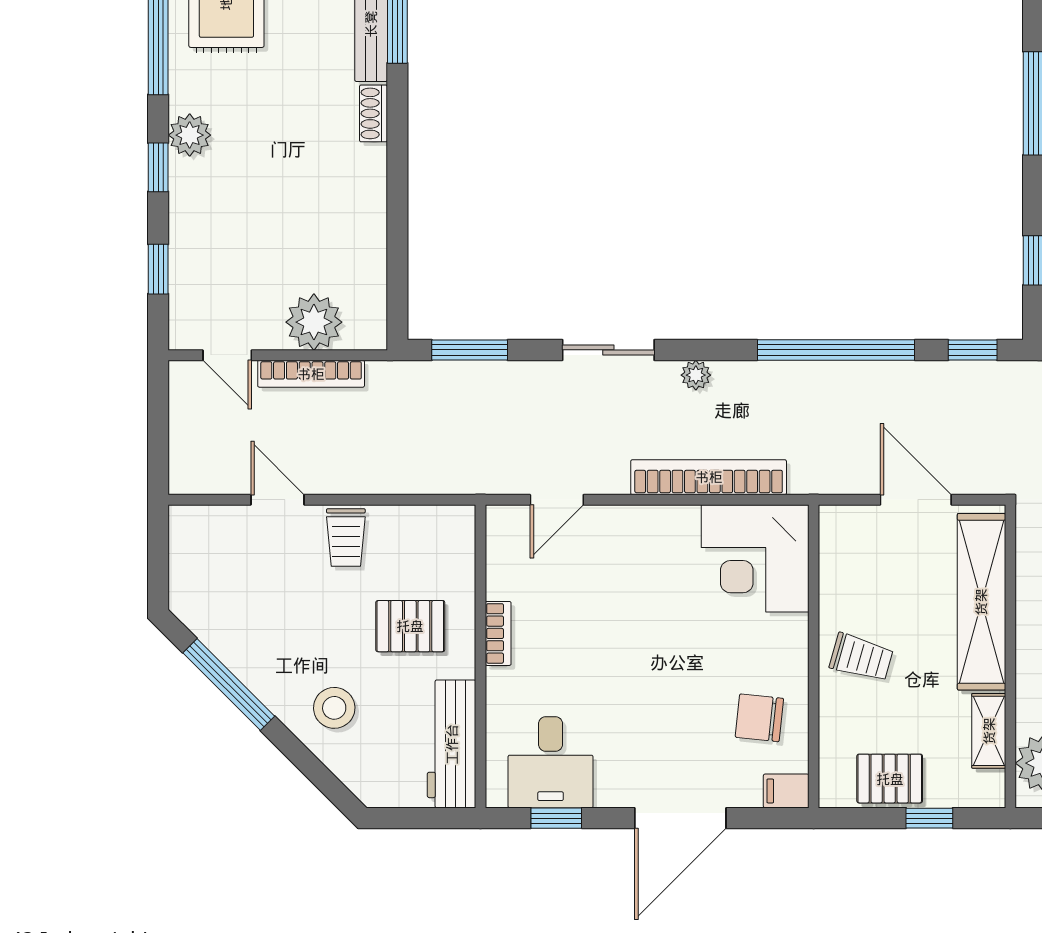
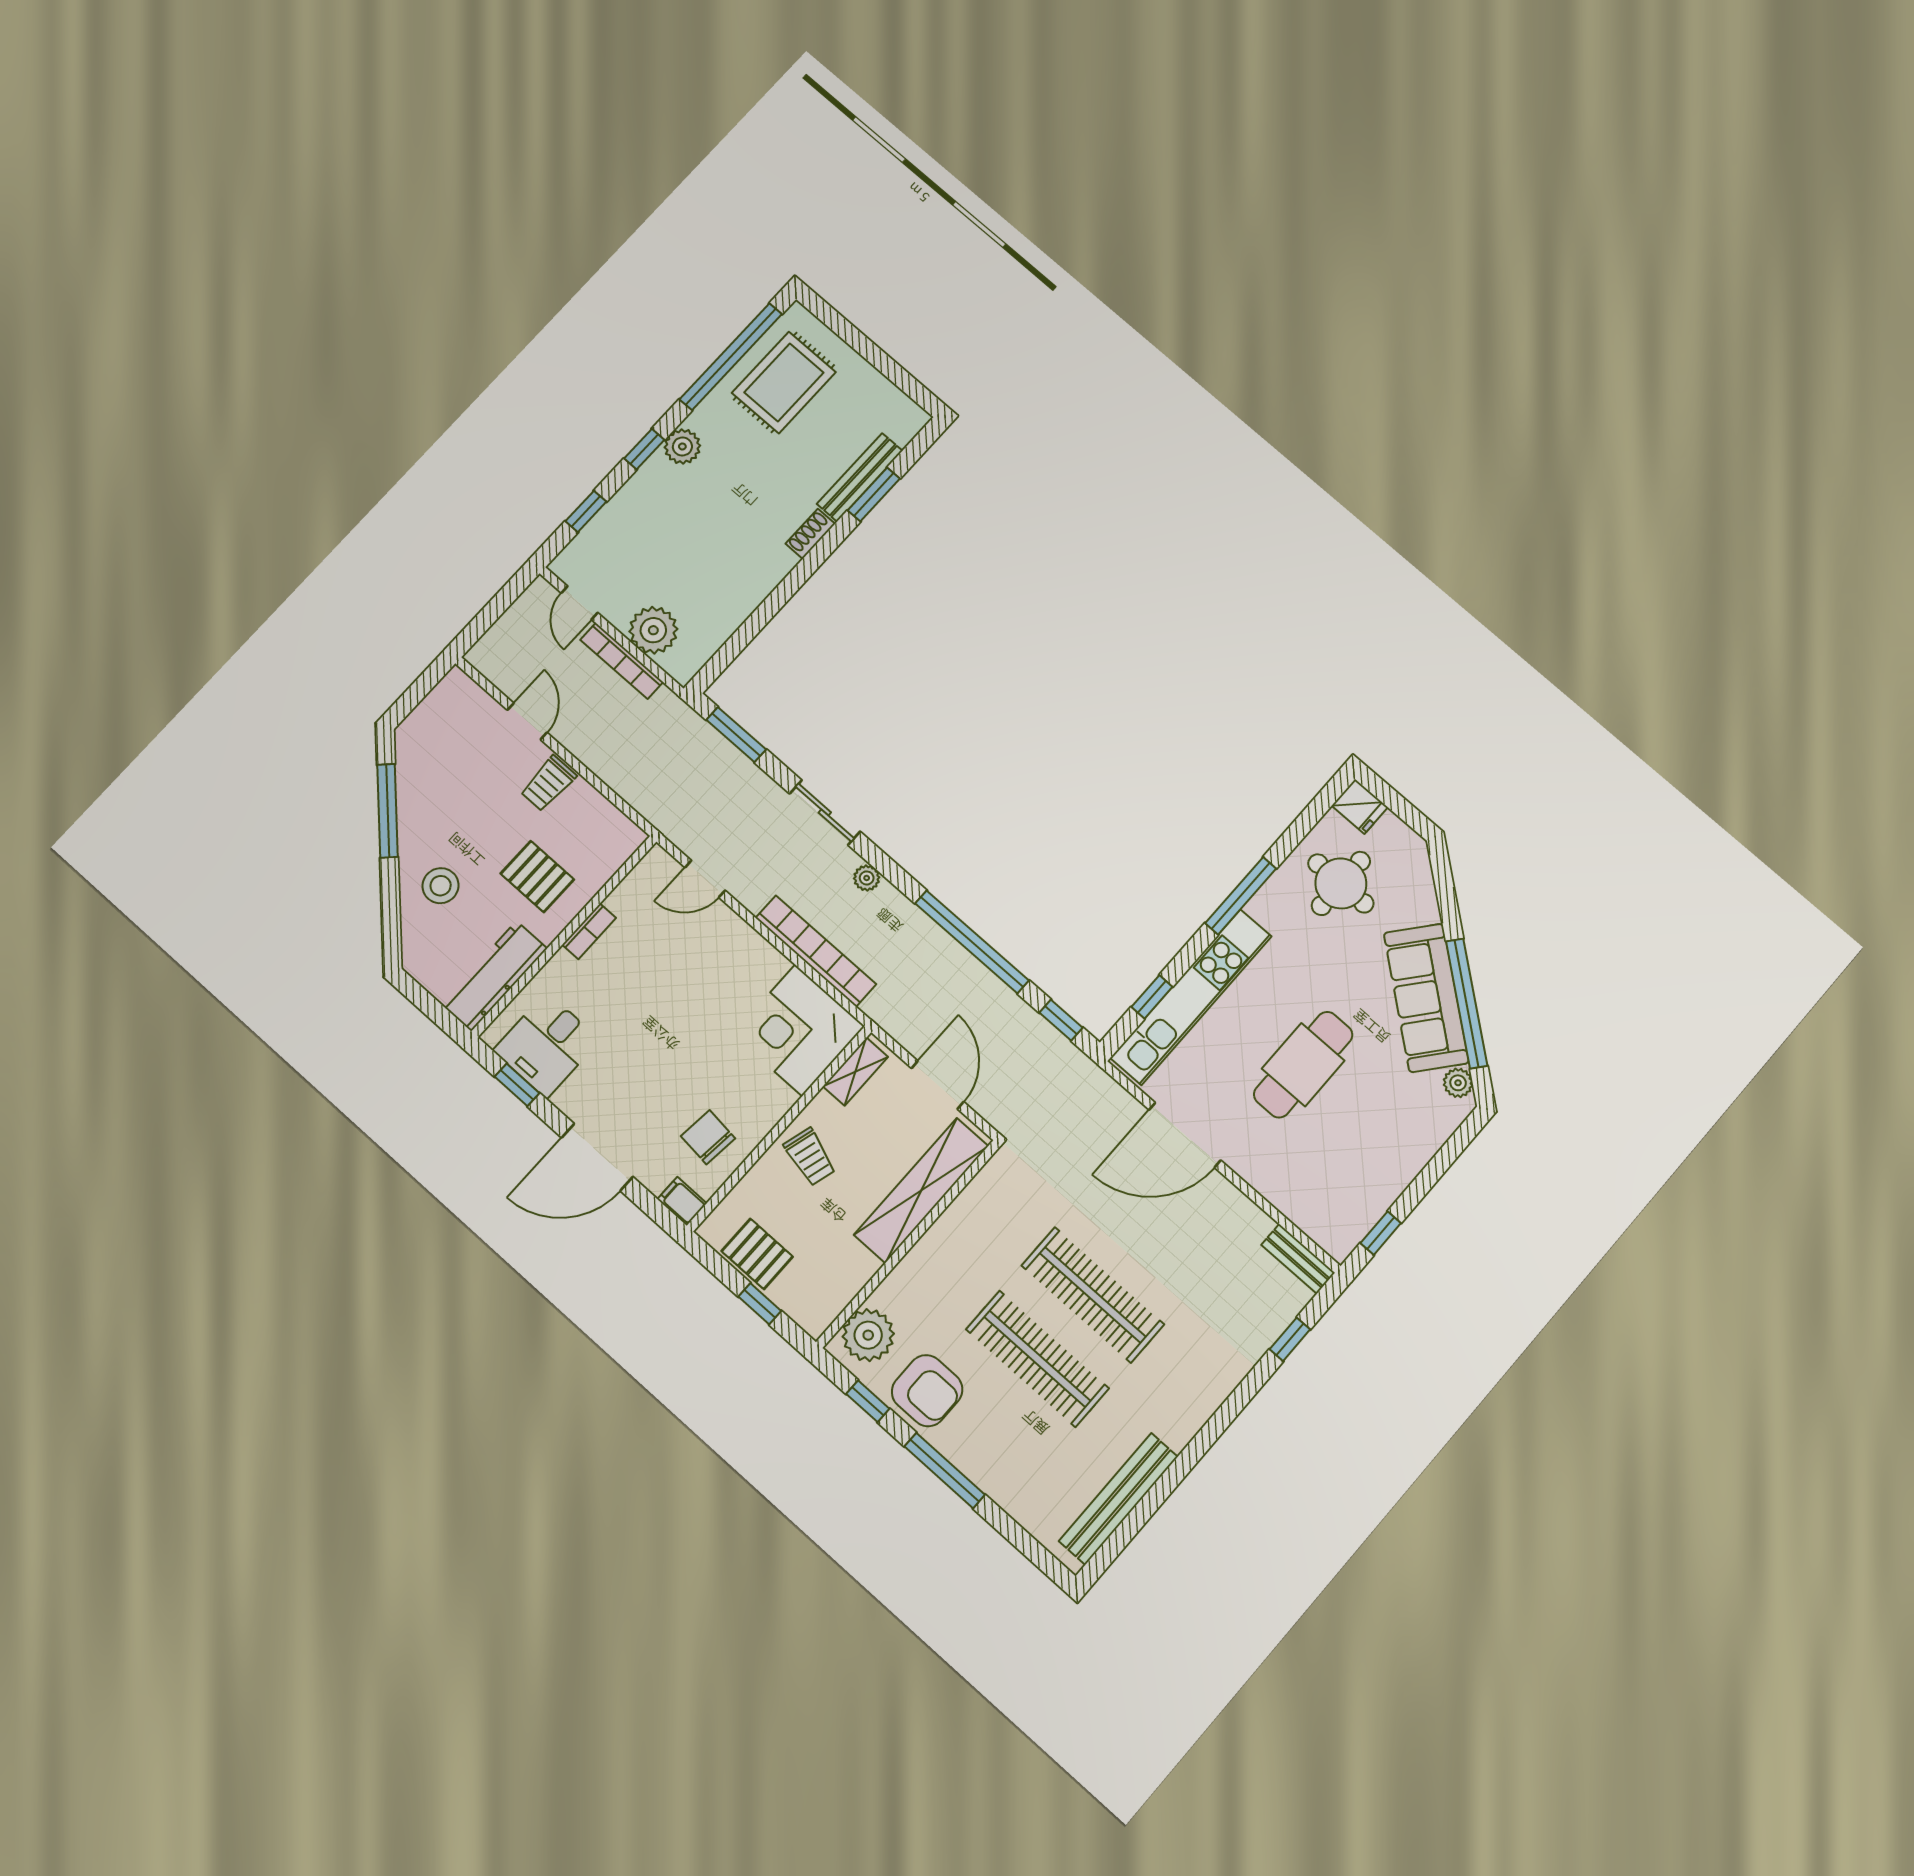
shelving: (989, 731) -> (855, 1072), moved

